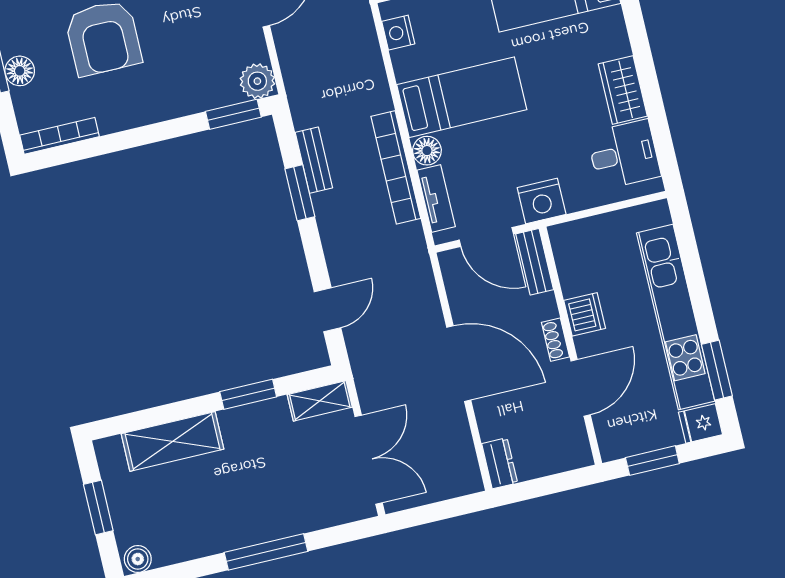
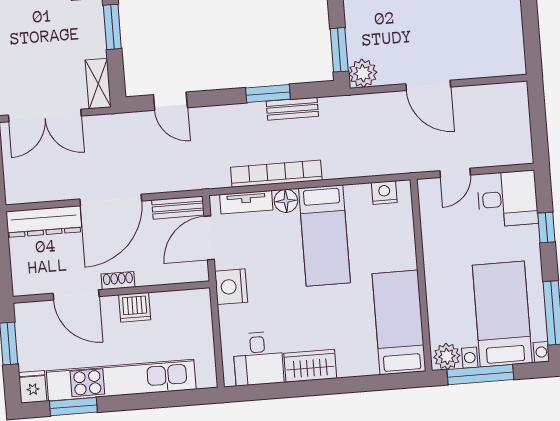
bench: (535, 262) -> (178, 208), moved
dresser: (500, 463) -> (44, 222), width x1.96, depth x1.24

